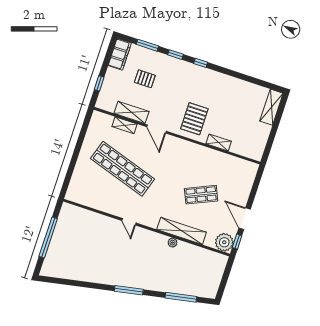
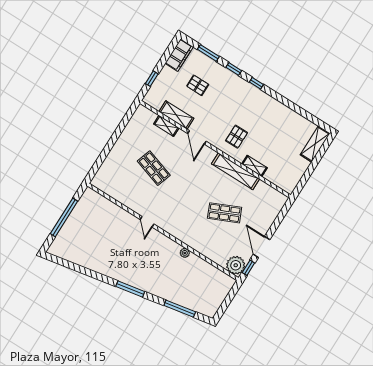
pallet: (194, 119) -> (237, 137), width x0.67, depth x0.71
shop shelf: (122, 169) -> (154, 168), width x0.50, depth x0.74
shelving: (182, 231) -> (236, 171), moved

